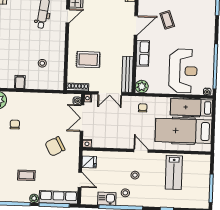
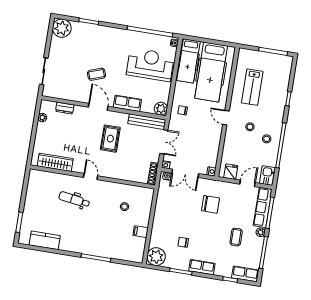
door: (68, 16) -> (91, 177), moved
rug: (88, 60) -> (110, 139), moved
chair: (55, 146) -> (211, 204), turned -62
door: (141, 151) -> (226, 118), hinge flipped
lab bench: (174, 172) -> (252, 87), turned 90
kitchen sink: (107, 199) -> (267, 176), moved

